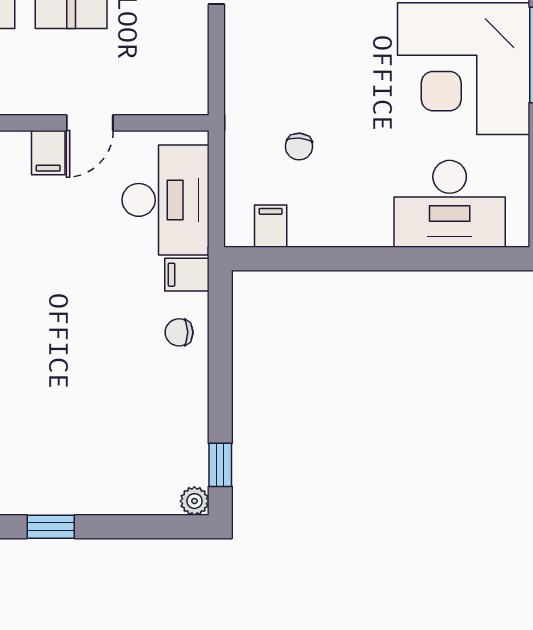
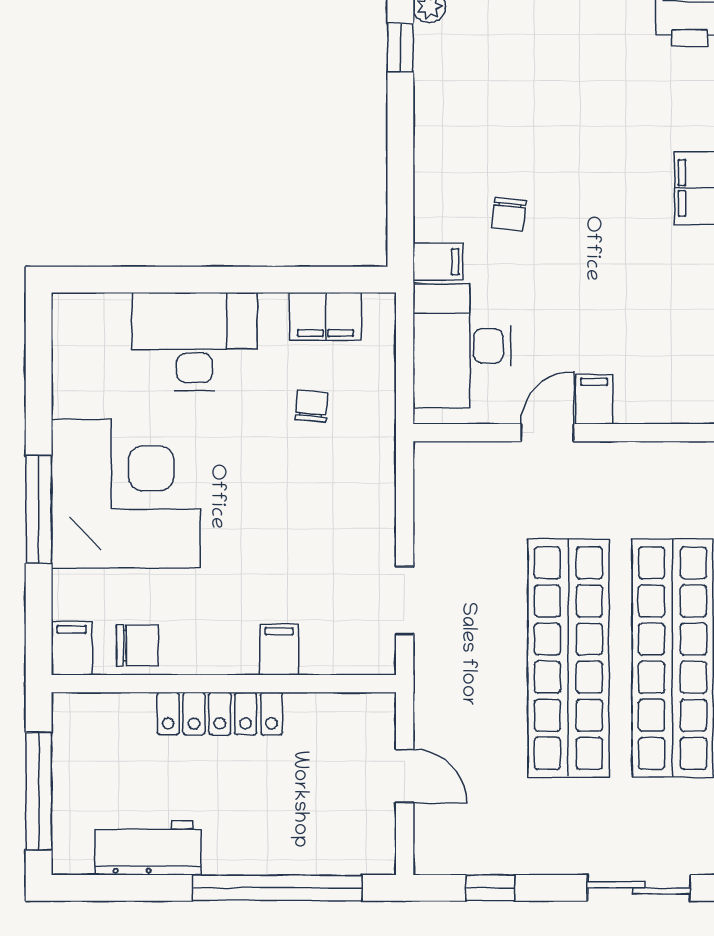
desk: (450, 204) -> (194, 341), moved
filing cabinet: (271, 226) -> (326, 316), width x2.00
chair: (179, 332) -> (509, 214), moved, turned 96

